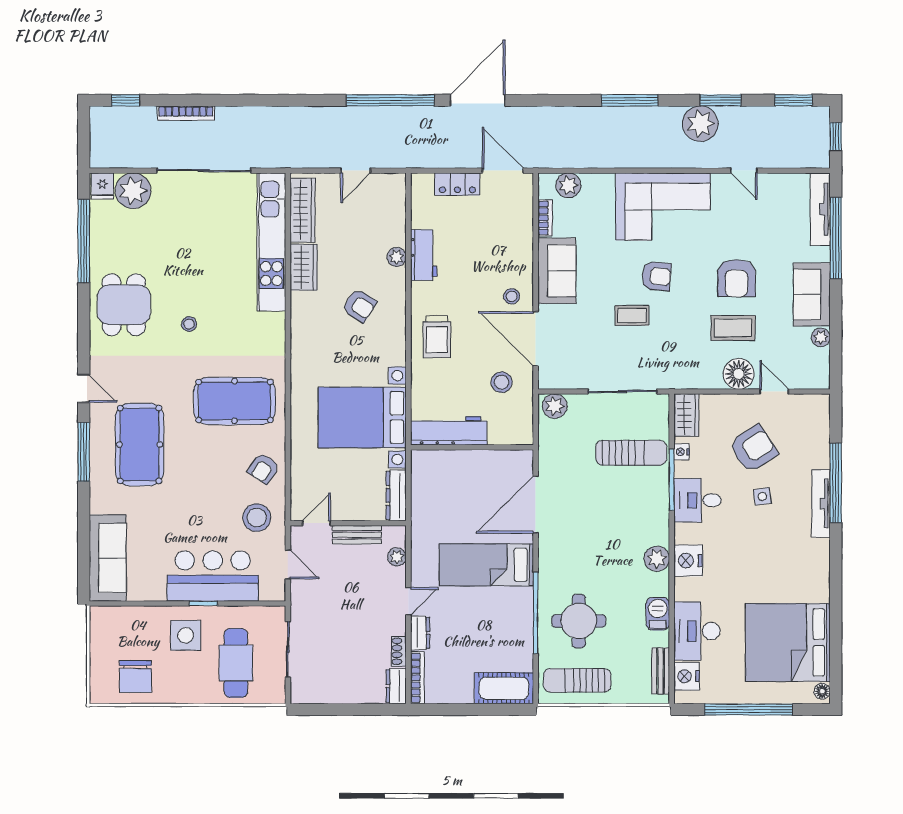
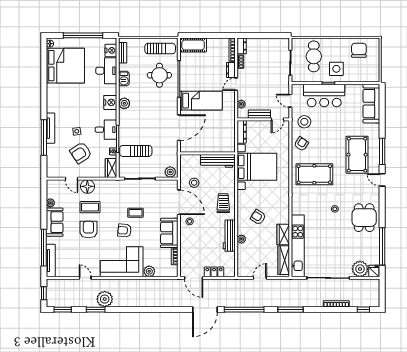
window: (630, 100) -> (291, 310), moved
plant: (568, 185) -> (149, 271), moved
workbench: (424, 255) -> (229, 236), width x1.38

